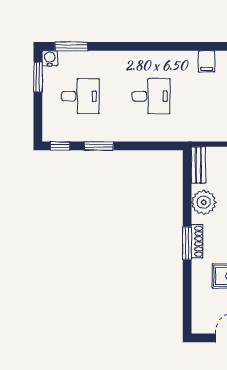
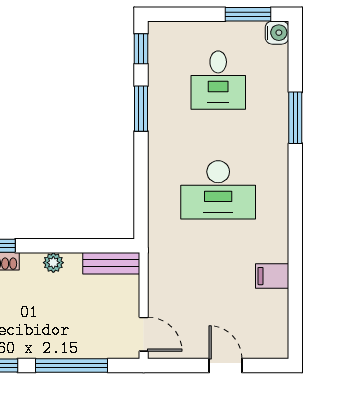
window: (71, 46) -> (295, 118), moved
desk: (151, 96) -> (218, 190), width x1.37
plant: (204, 202) -> (53, 263), width x0.53, depth x0.53

